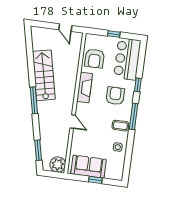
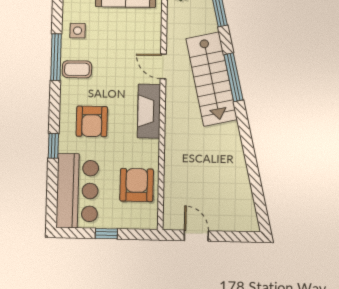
stairs: (44, 75) -> (212, 79), moved
fireplace: (85, 87) -> (149, 111), moved
window: (34, 100) -> (233, 77), moved
window: (134, 116) -> (56, 57), moved

